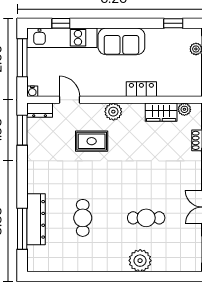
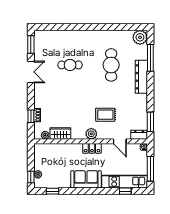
locker: (141, 89) -> (92, 148), moved
cafe table: (83, 218) -> (111, 65), width x1.37, depth x1.35
dresser: (36, 219) -> (141, 77), moved
plant: (140, 261) -> (140, 37), moved

